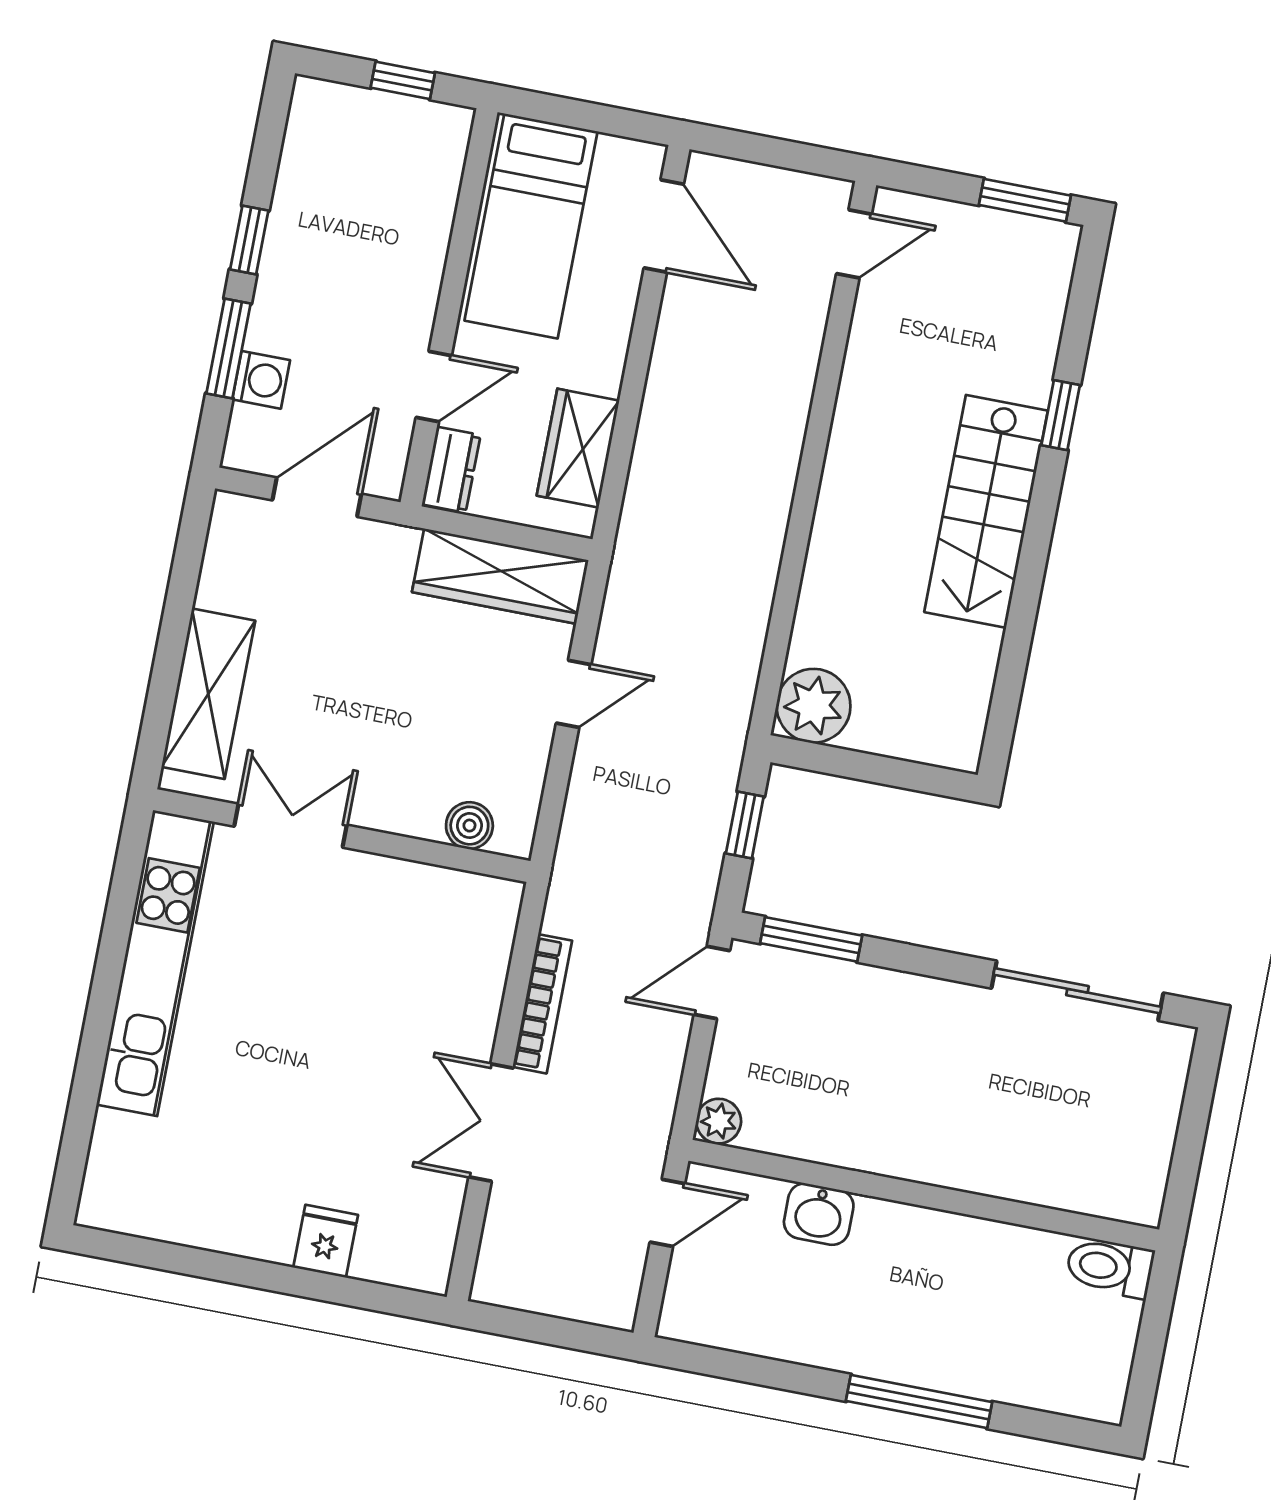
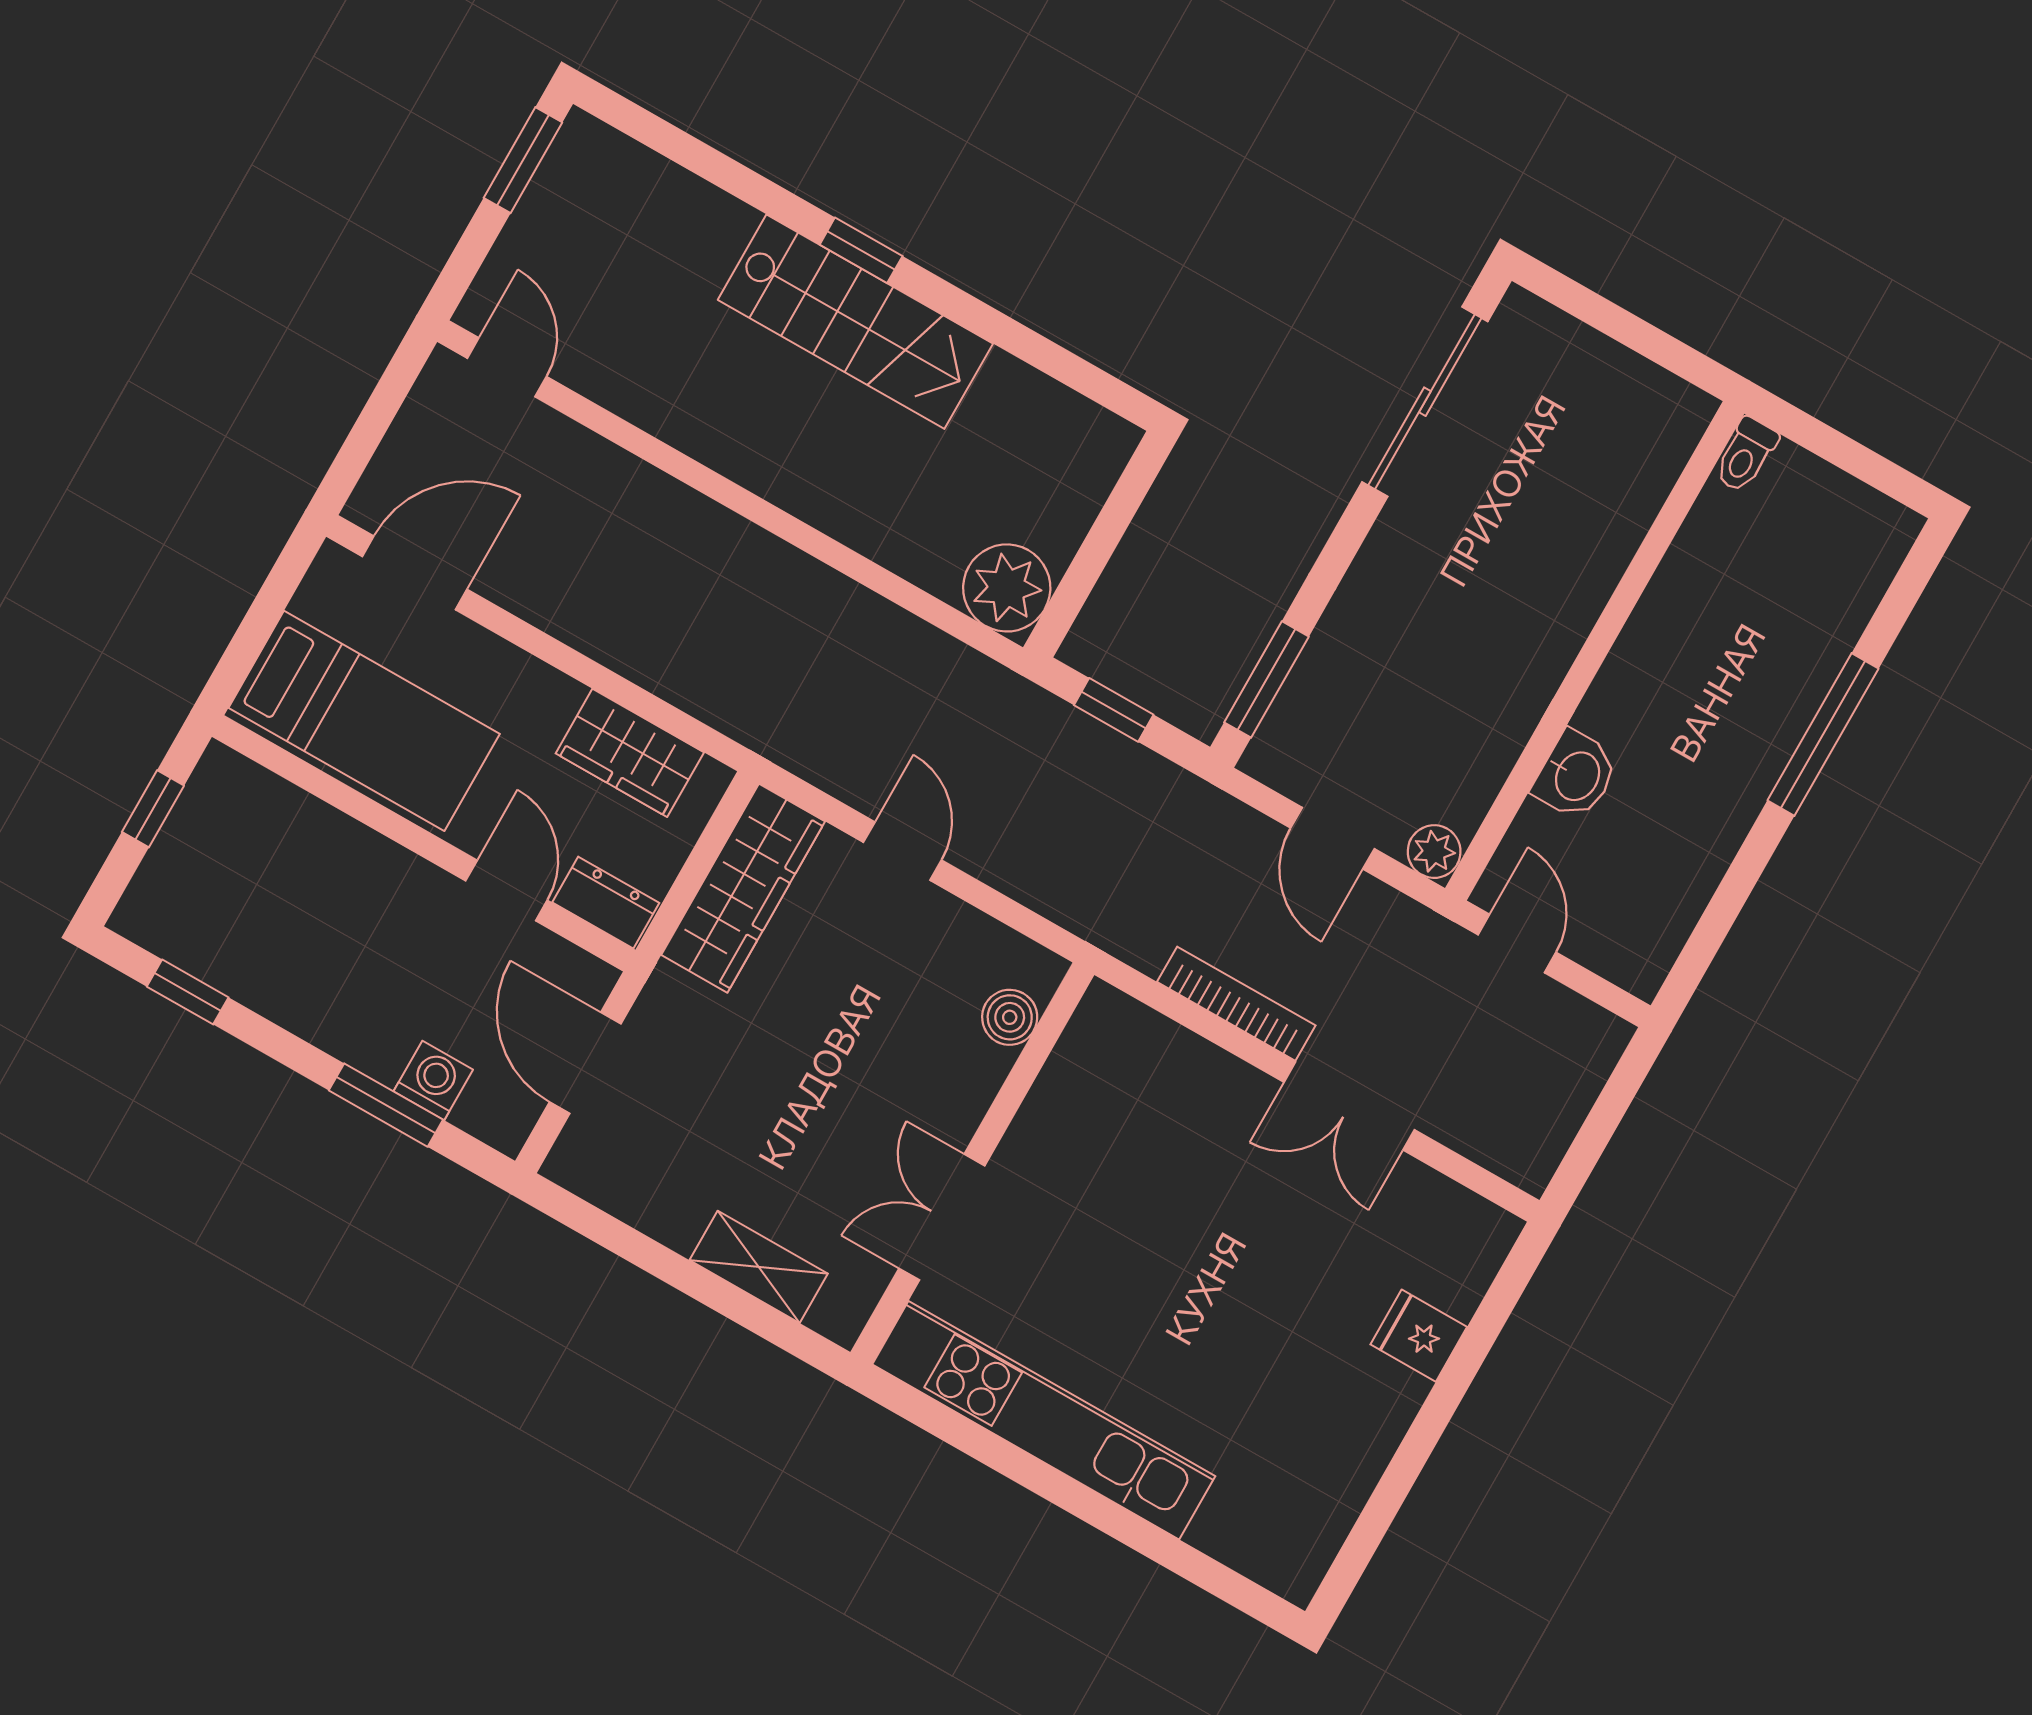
window: (249, 240) -> (188, 992), moved
window: (1061, 415) -> (861, 250), moved
shelving: (208, 694) -> (759, 1267), width x0.67, depth x0.75
door: (712, 982) -> (1333, 838), moved
toilet: (1110, 1267) -> (1746, 455), width x0.73, depth x0.72

